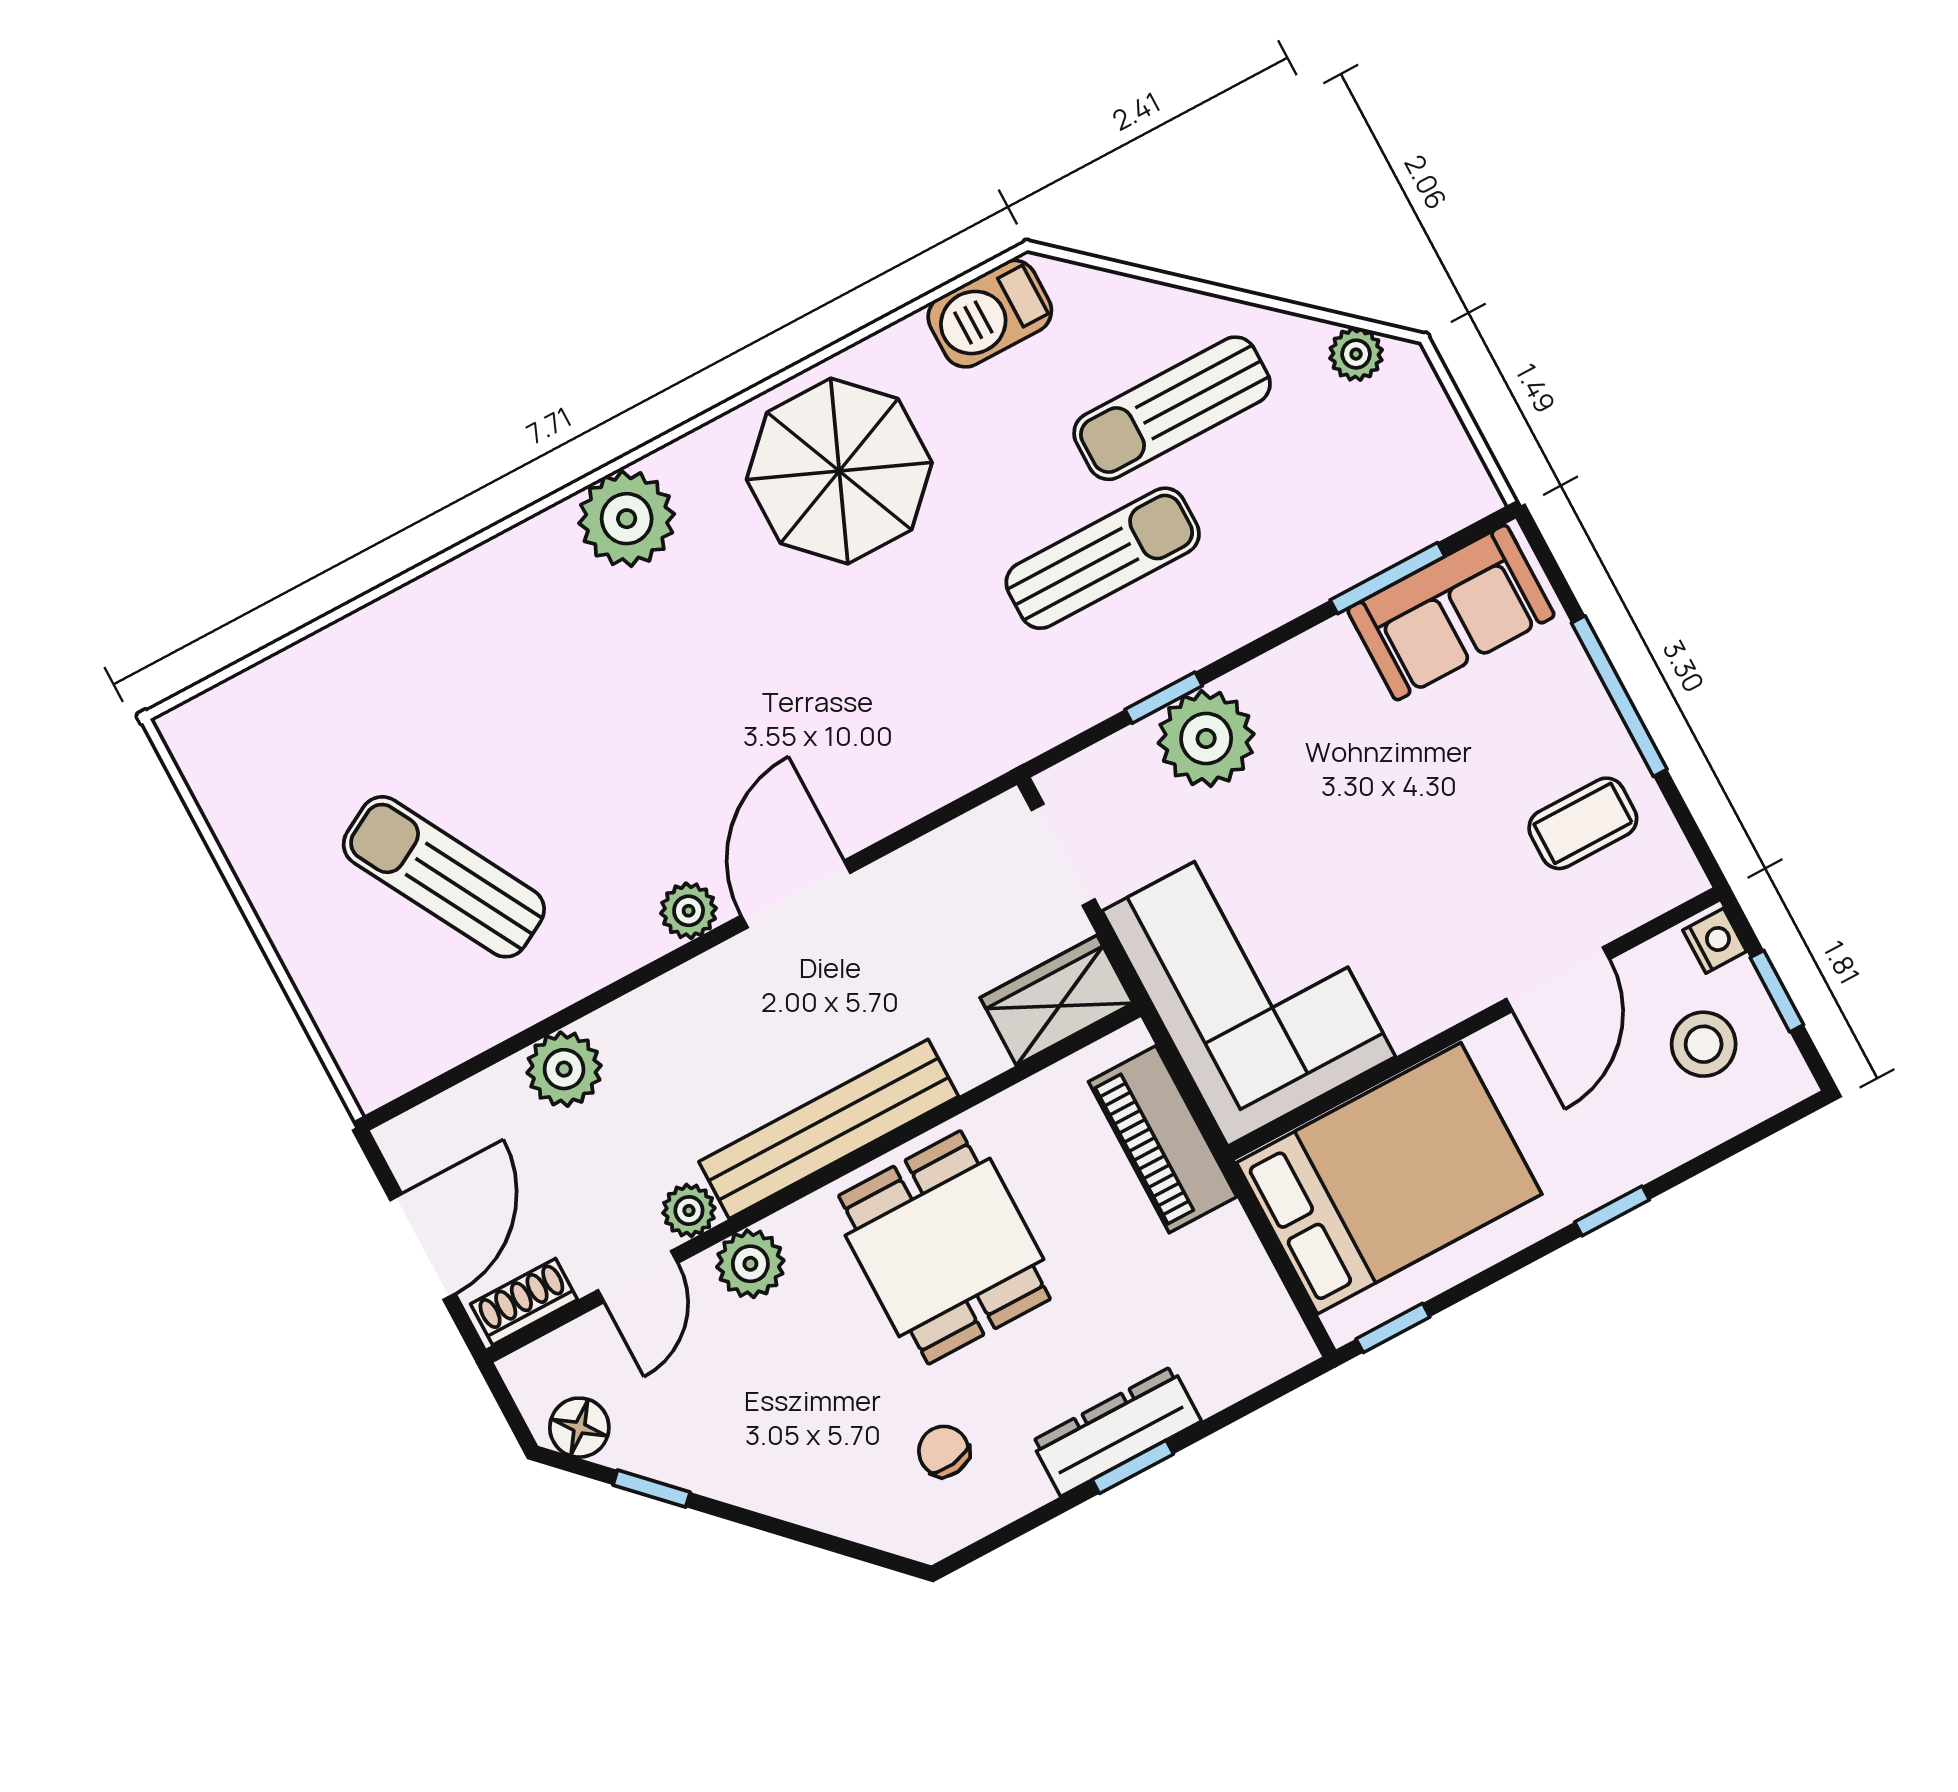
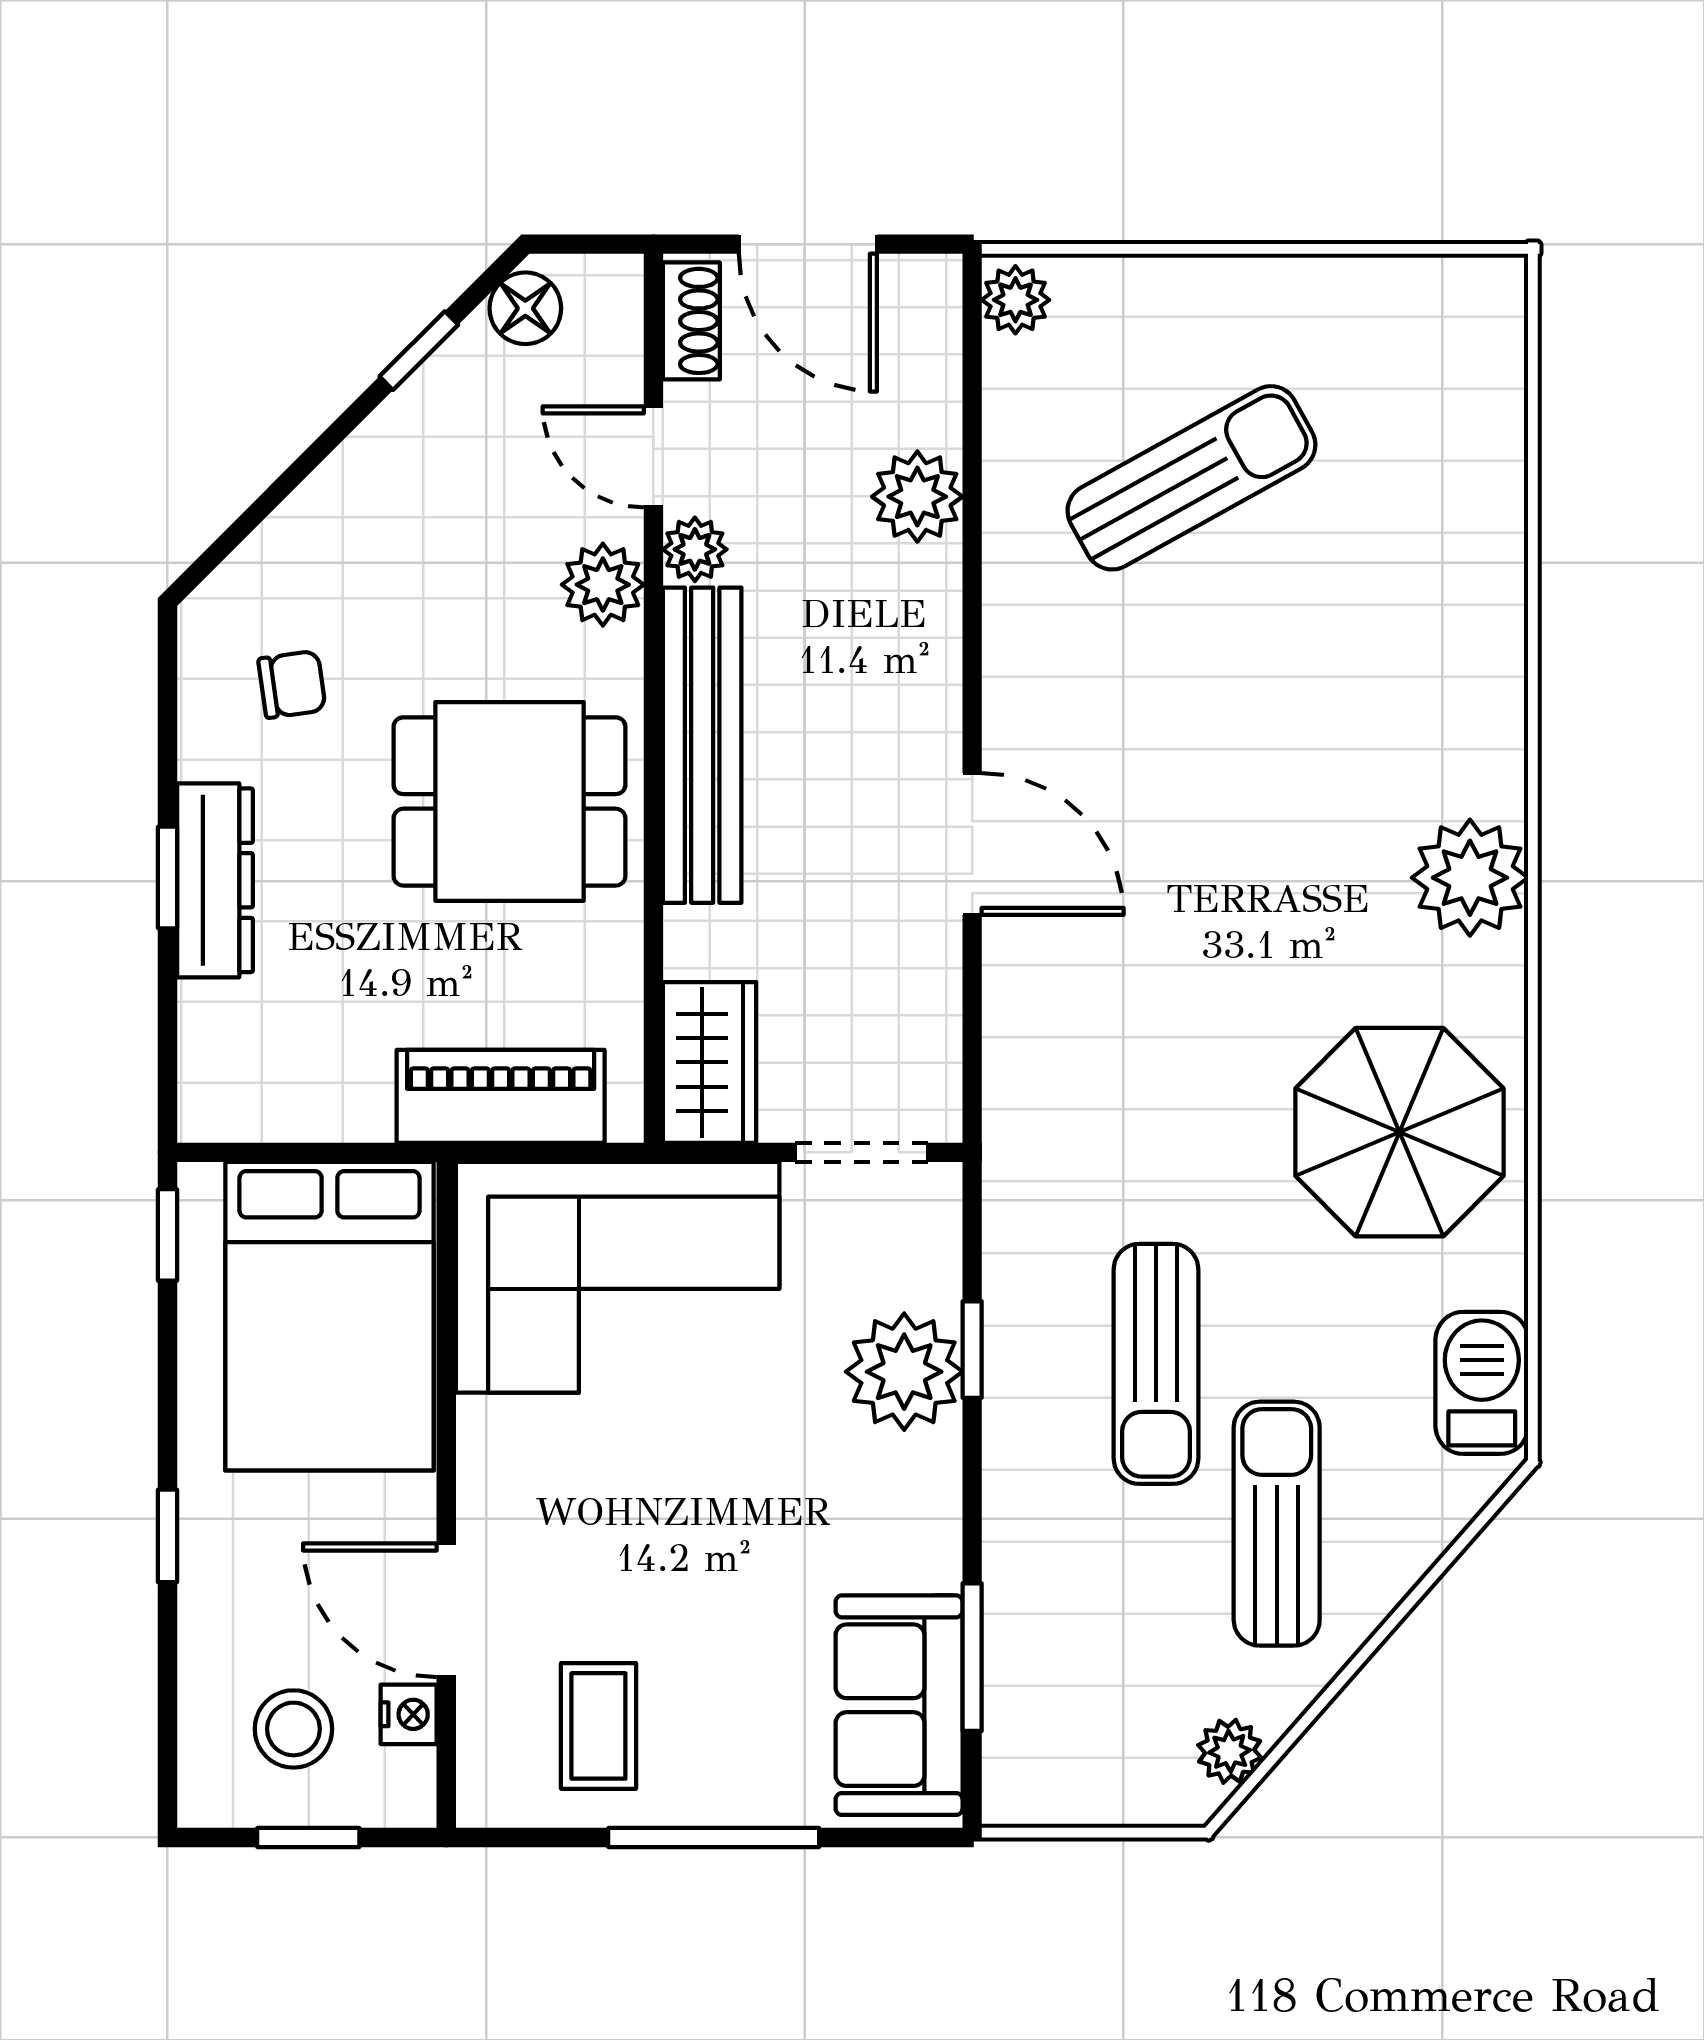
plant: (689, 911) -> (1015, 300), moved
nightstand: (1715, 941) -> (409, 1714), moved, turned -90

